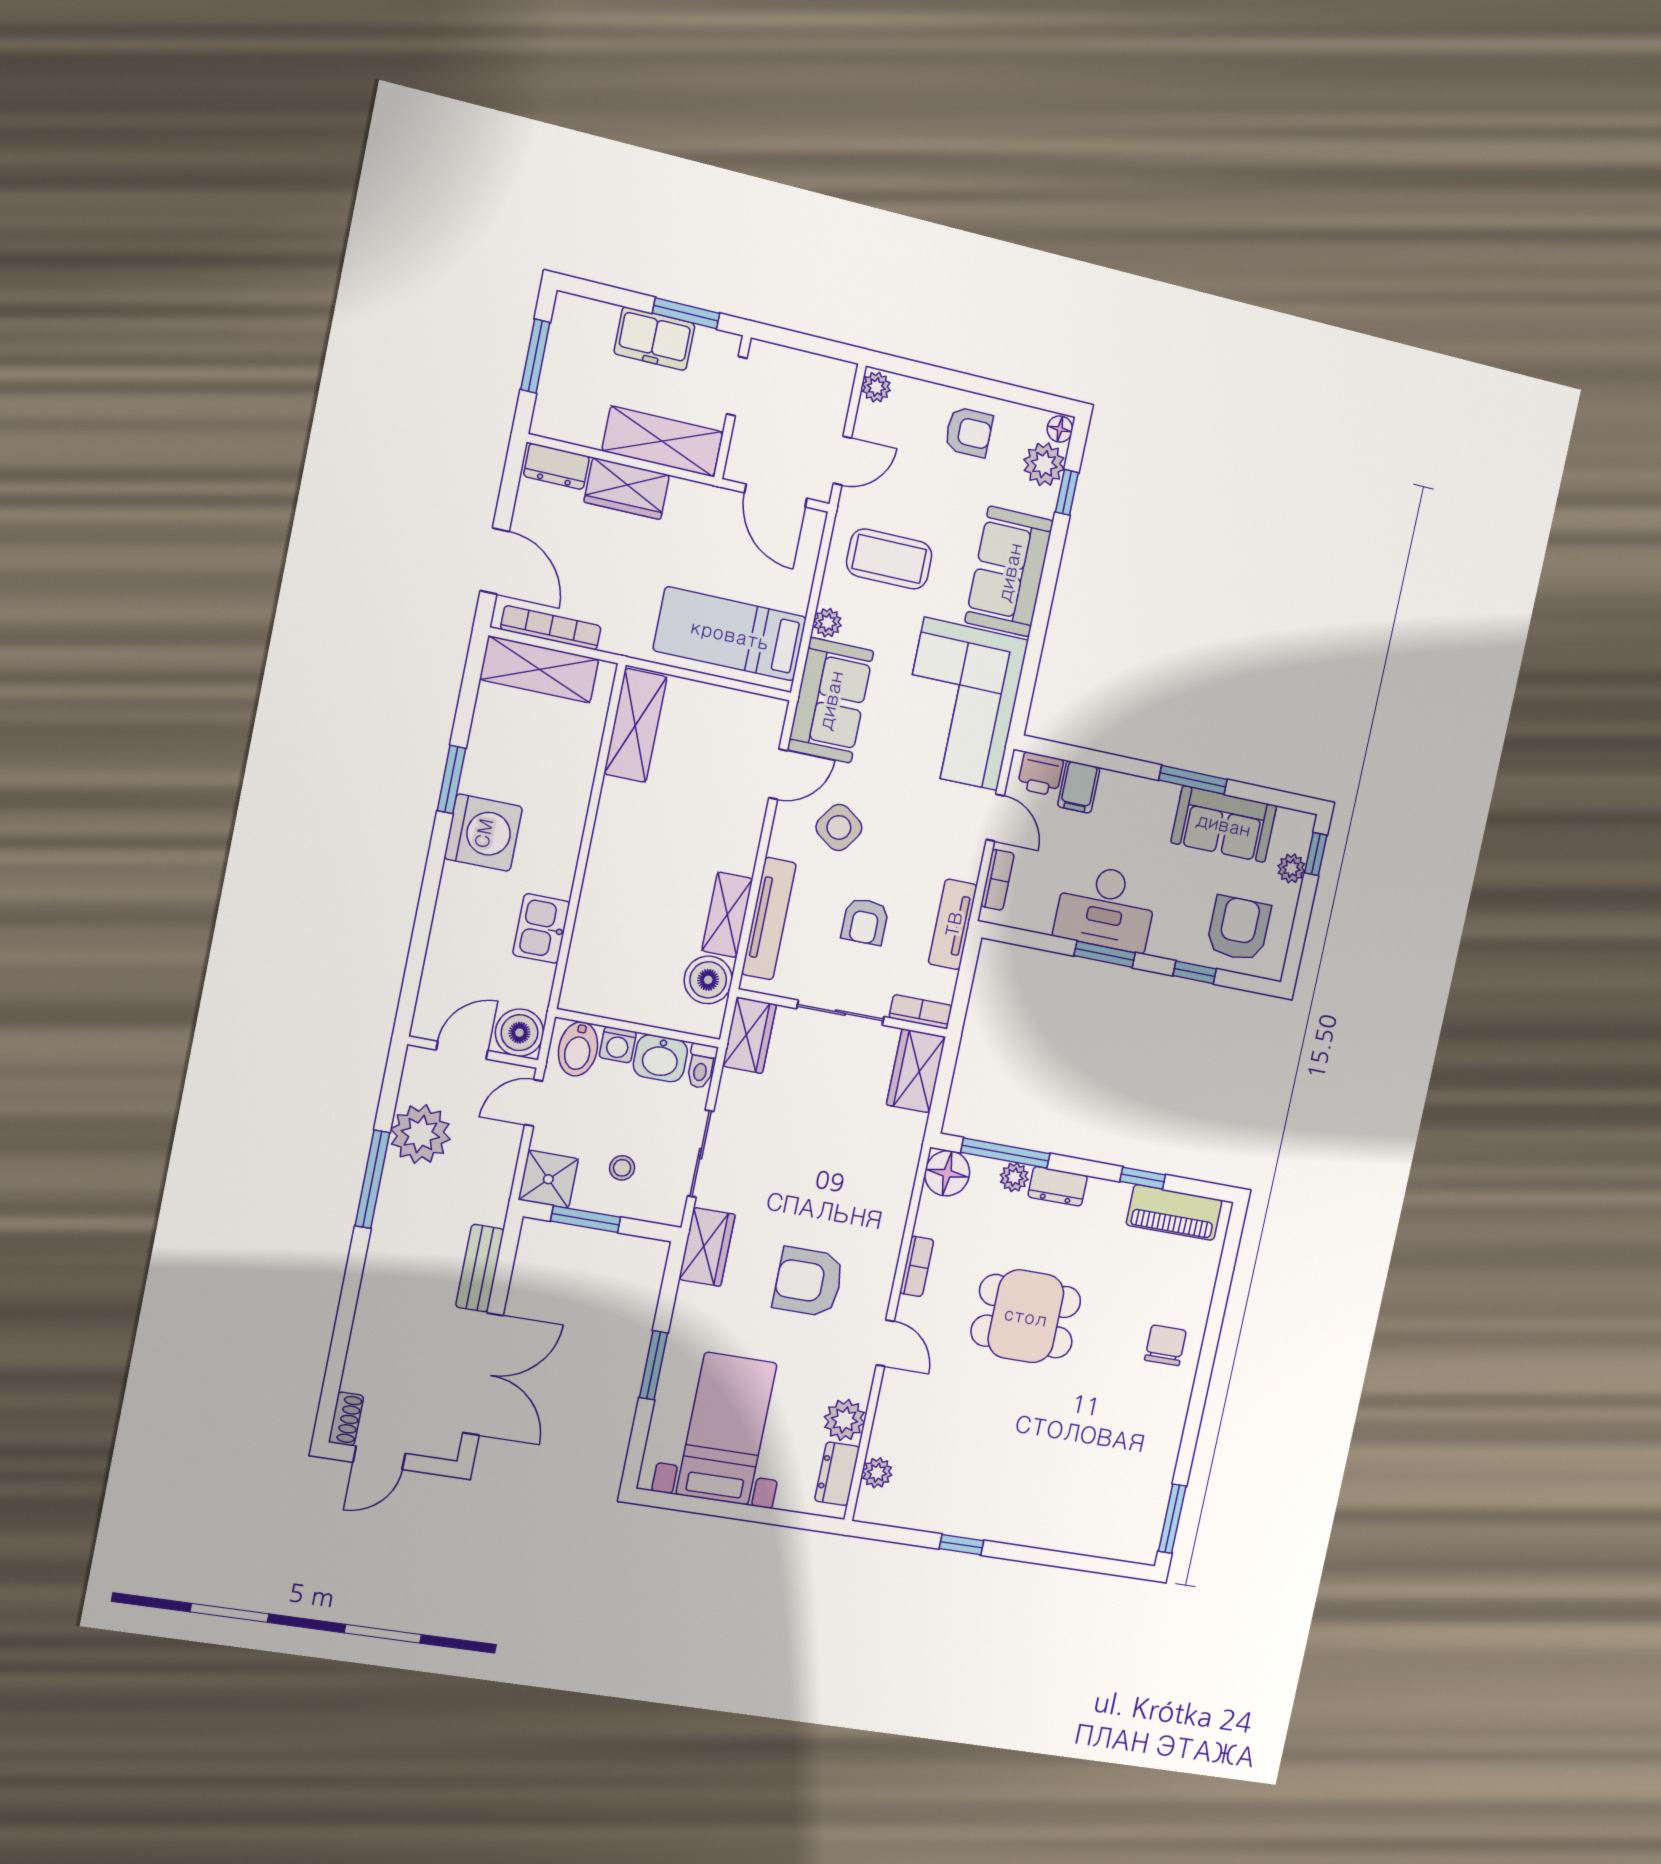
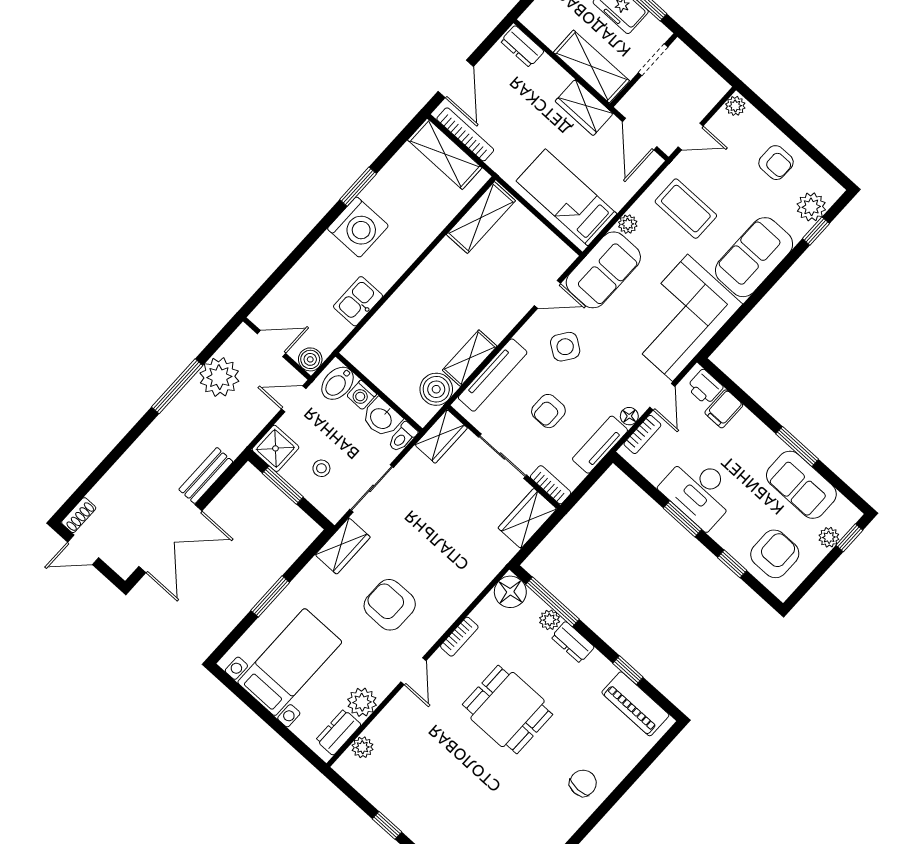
floor lamp: (1060, 429) -> (629, 416), moved
wardrobe: (627, 489) -> (584, 107), moved
boiler: (519, 1033) -> (310, 359), width x0.73, depth x0.73

